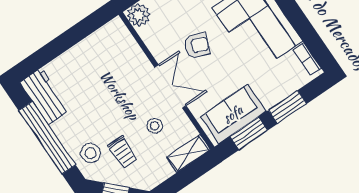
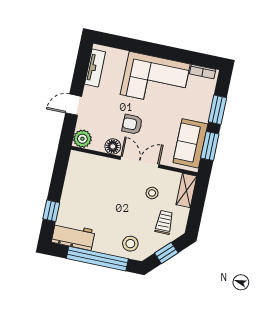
armchair: (197, 46) -> (132, 124), turned -111
floor lamp: (160, 49) -> (113, 146), added
window: (47, 54) -> (51, 211), added
trolley: (123, 152) -> (164, 222), moved, turned -90

